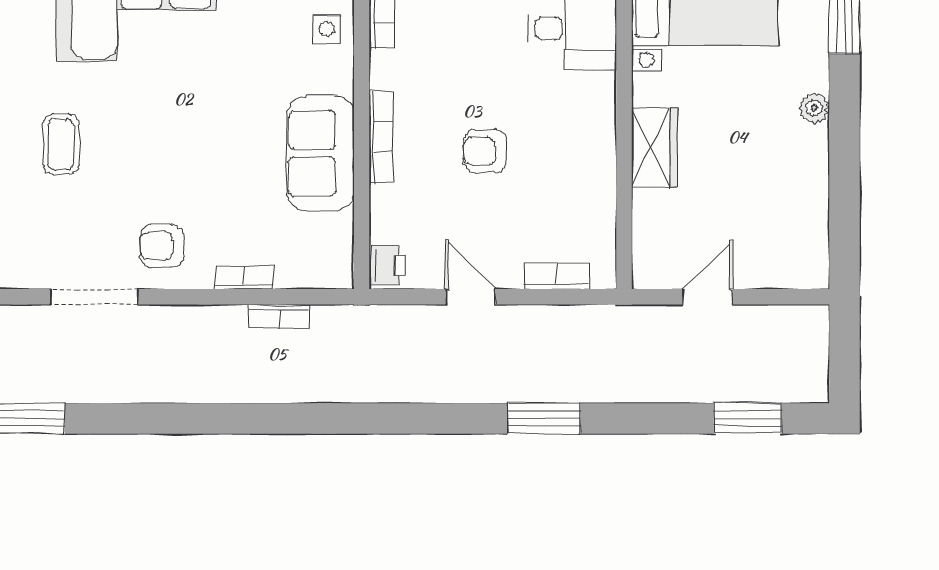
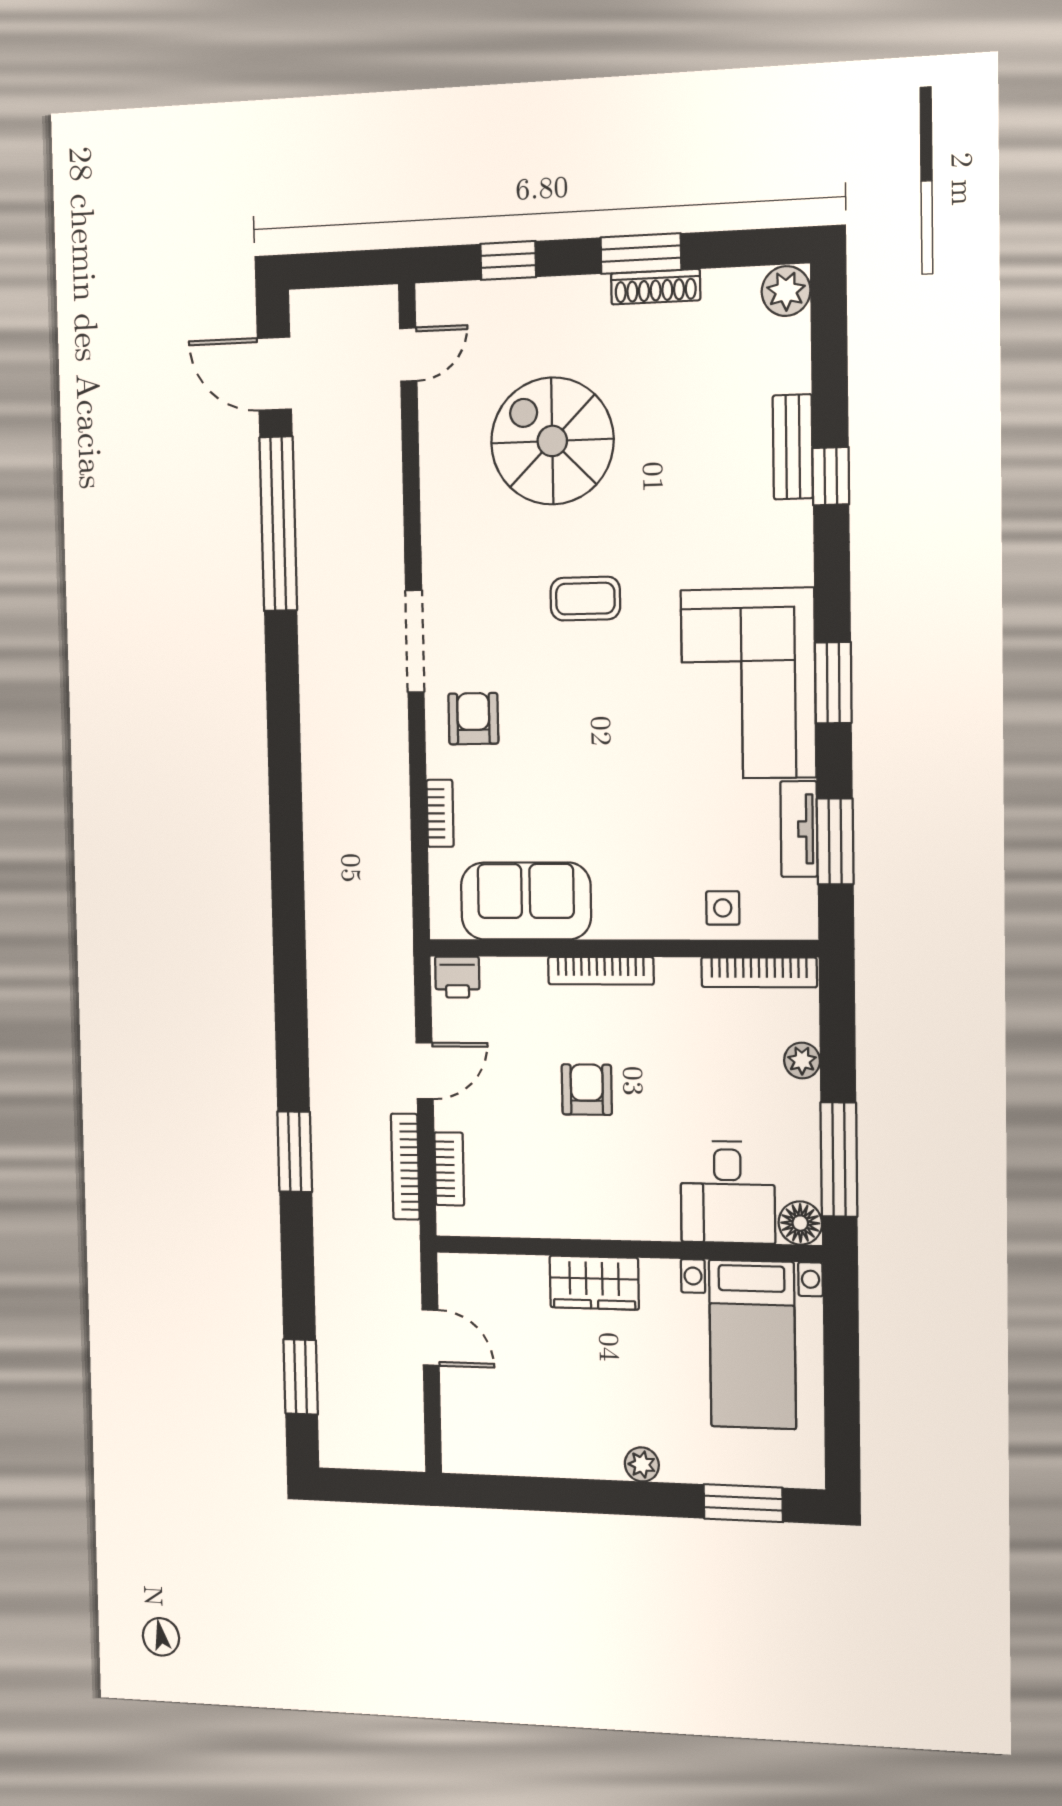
sofa: (321, 153) -> (526, 901), moved
bookcase: (279, 316) -> (405, 1167), moved, width x1.56

